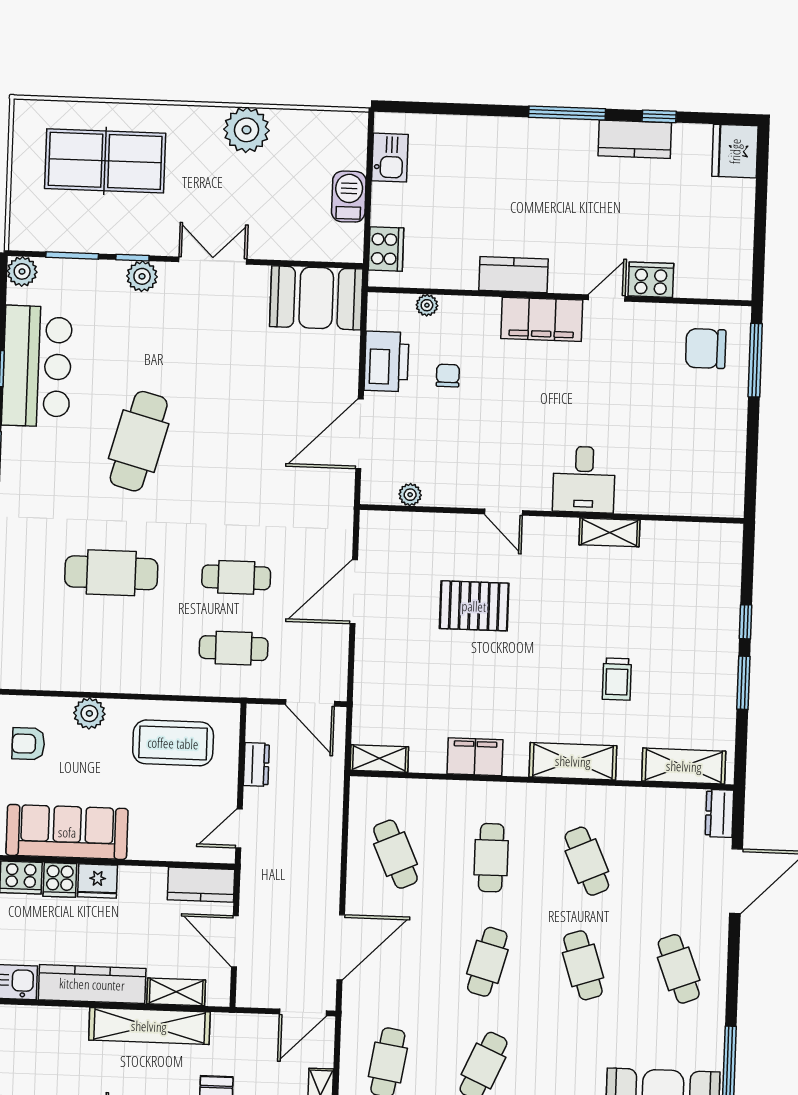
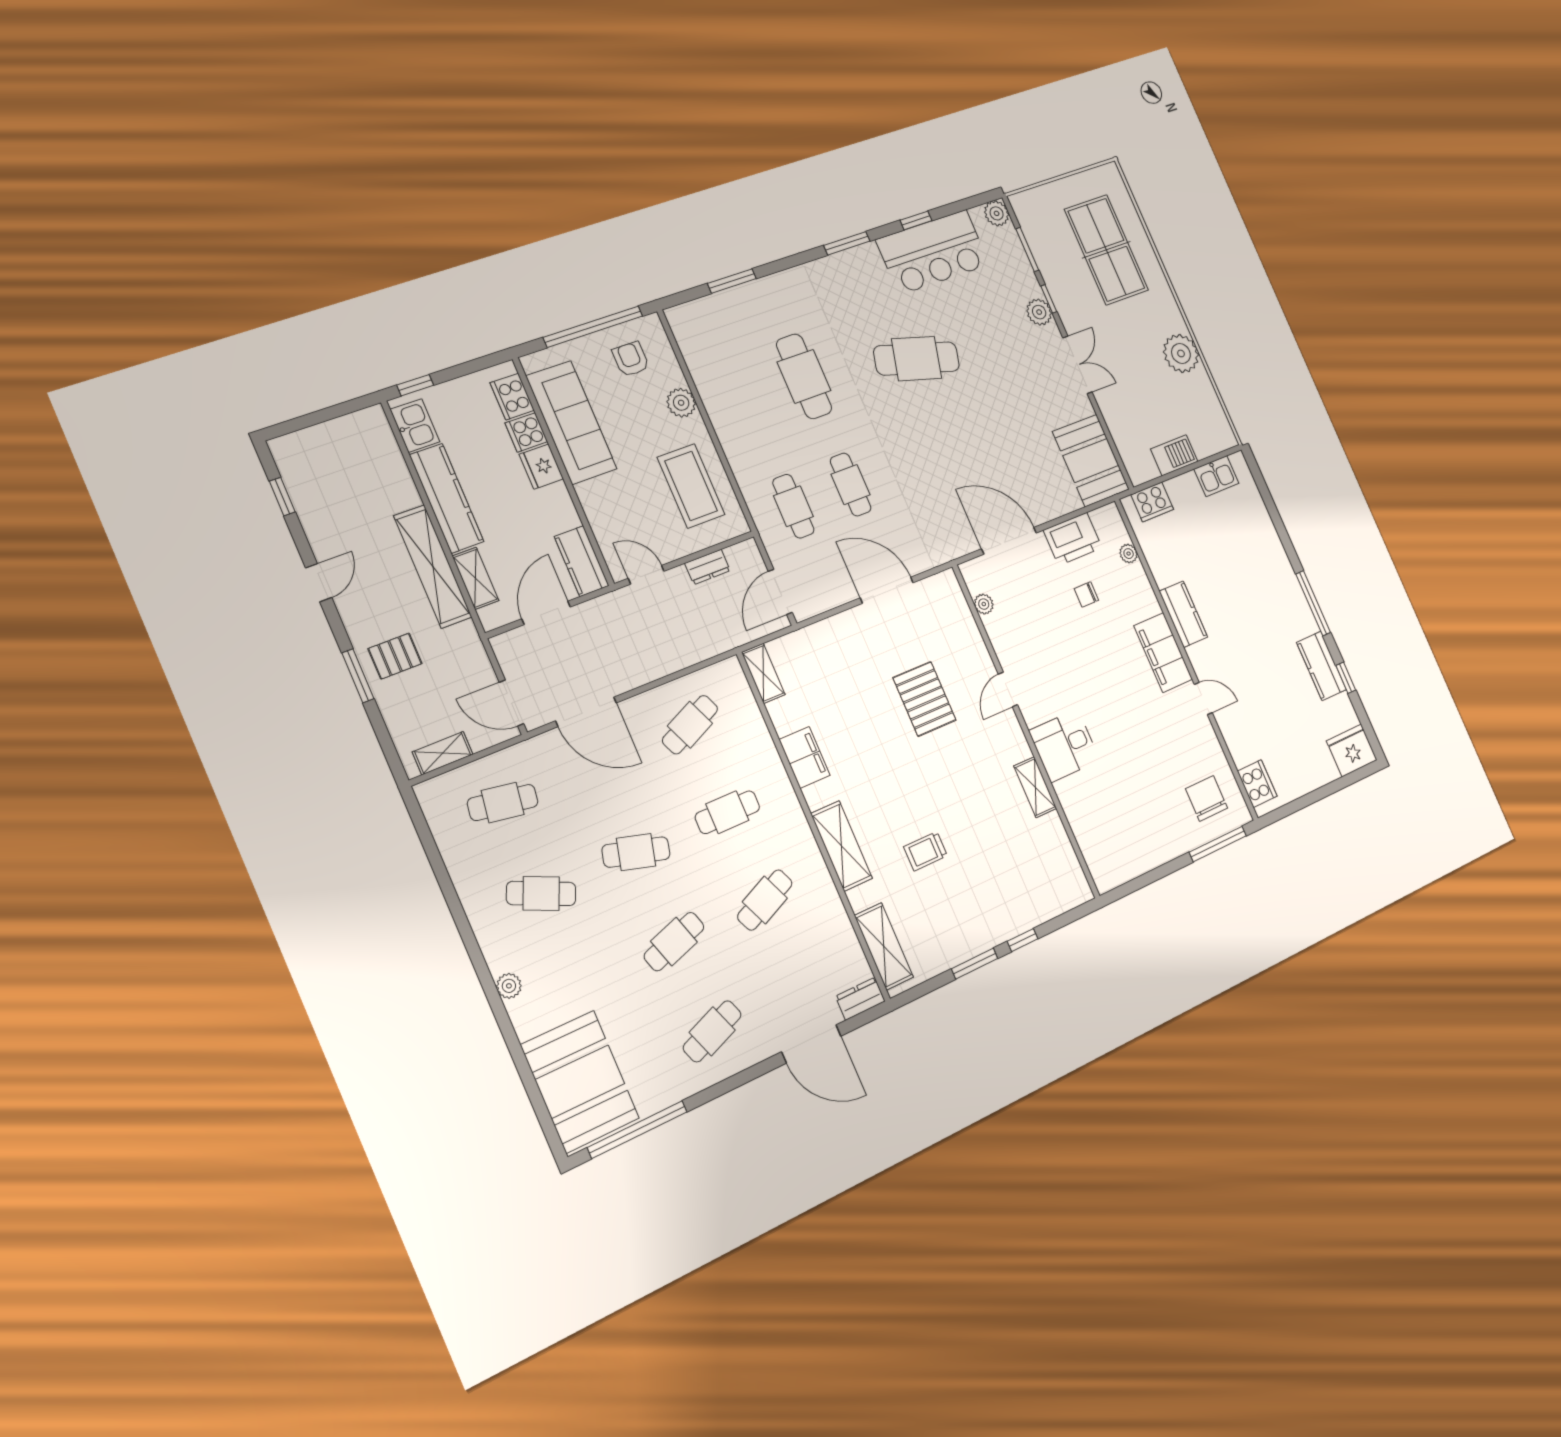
cooker: (651, 280) -> (1257, 784), moved
chair: (448, 376) -> (1086, 594), turned 180

